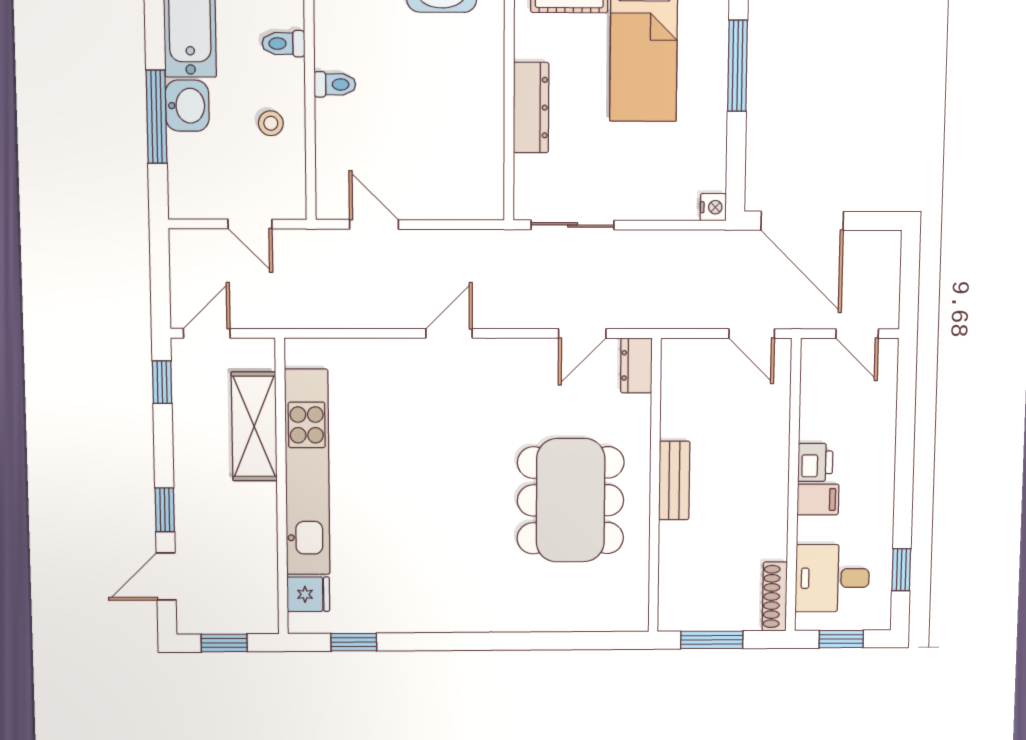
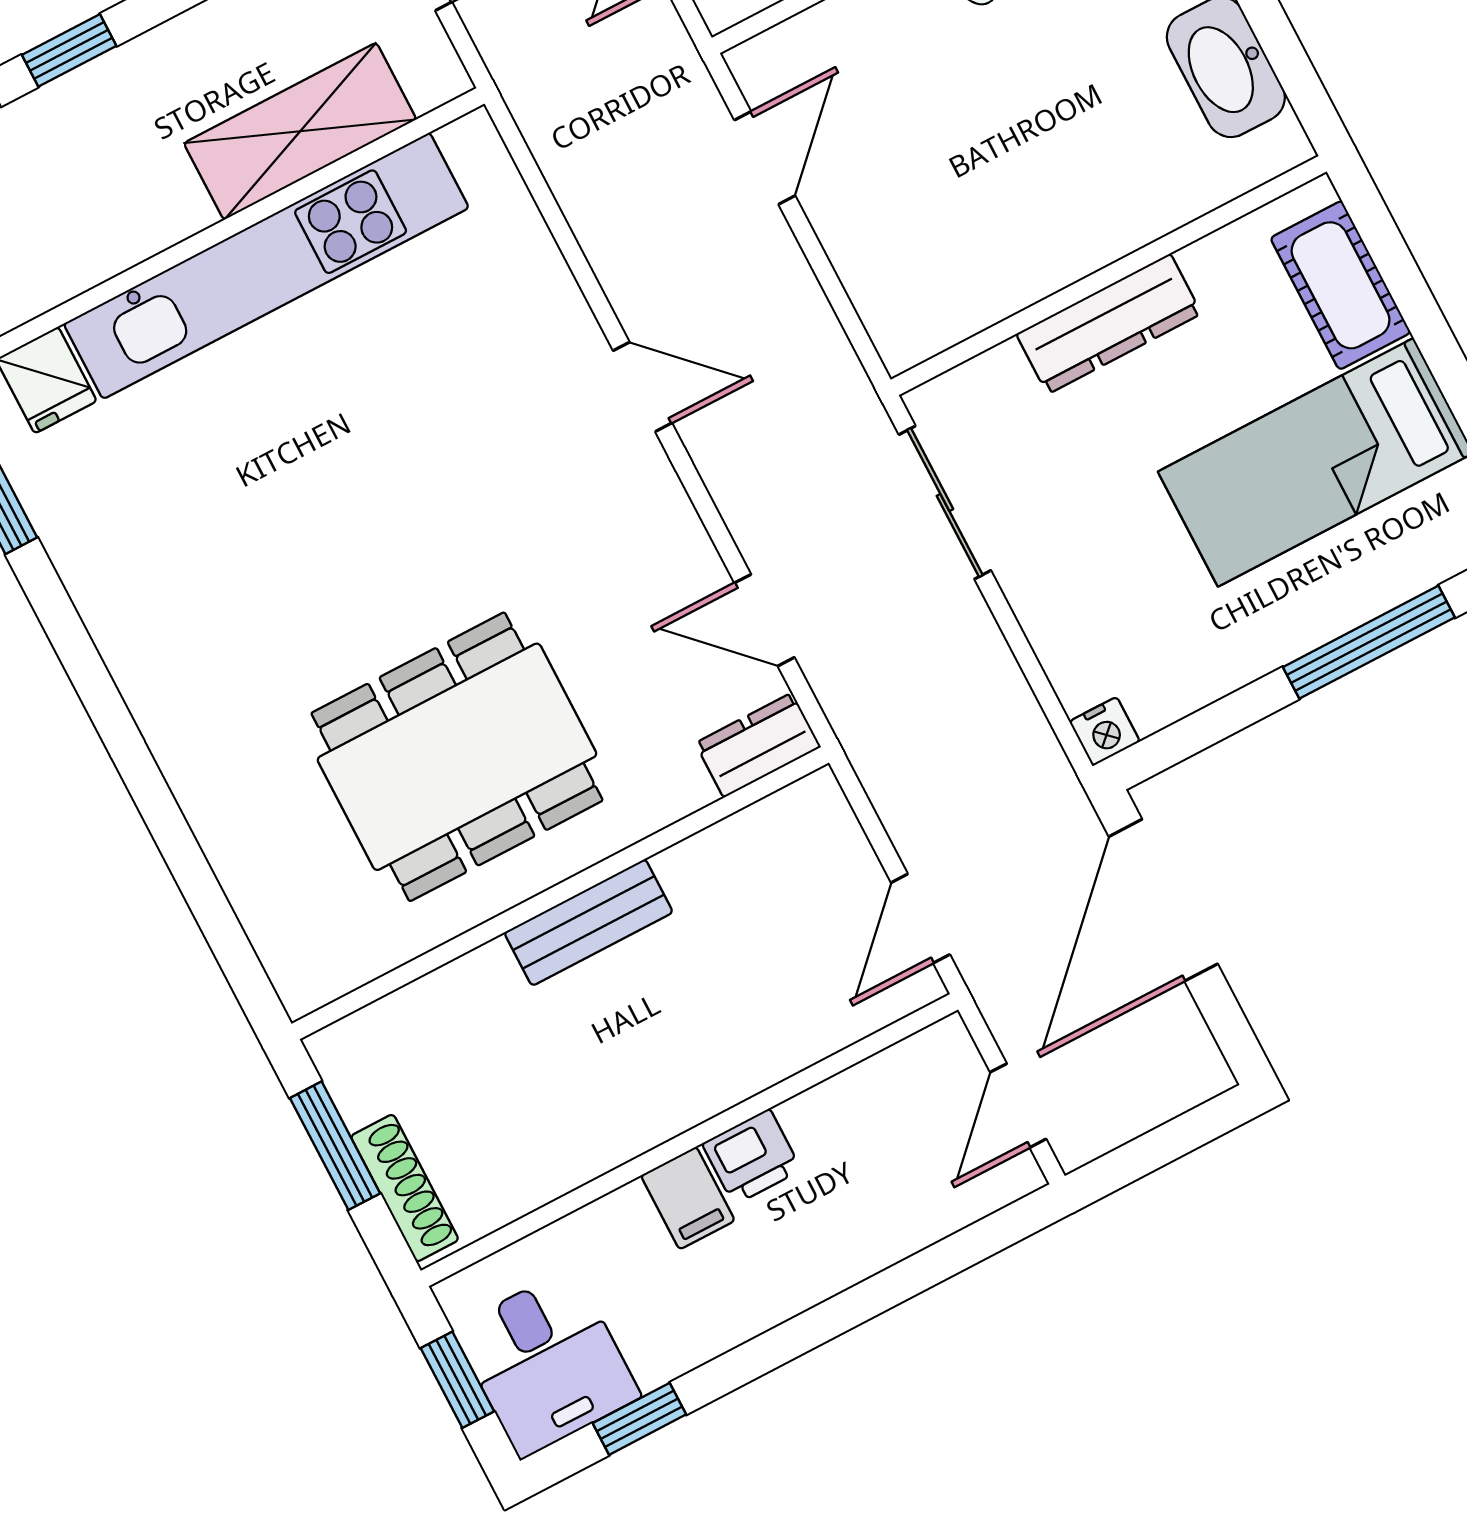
desk: (832, 578) -> (547, 1363), moved, turned 180
shoe rack: (775, 596) -> (405, 1188), moved, turned 90

